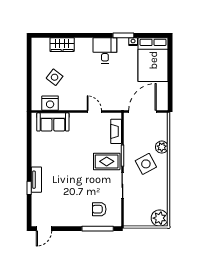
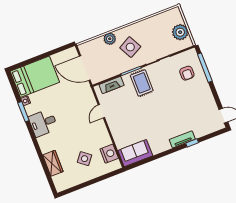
sofa: (53, 122) -> (135, 153), moved, turned -90
plant: (160, 218) -> (180, 32), moved

